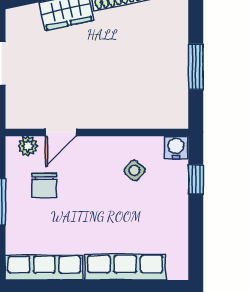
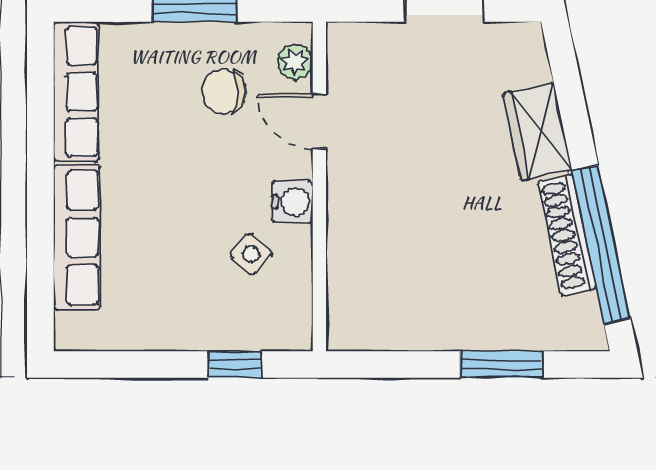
window: (196, 67) -> (502, 364), moved
water cooler: (176, 148) -> (292, 202), moved

